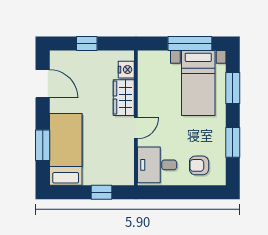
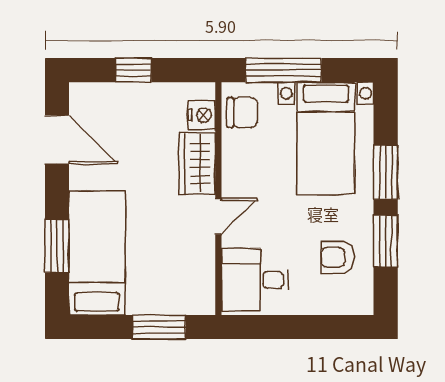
window: (190, 44) -> (283, 70), moved
chair: (150, 68) -> (242, 112), added
window: (233, 88) -> (386, 172), moved
armchair: (199, 165) -> (338, 257), moved
window: (102, 192) -> (159, 327), width x1.50

